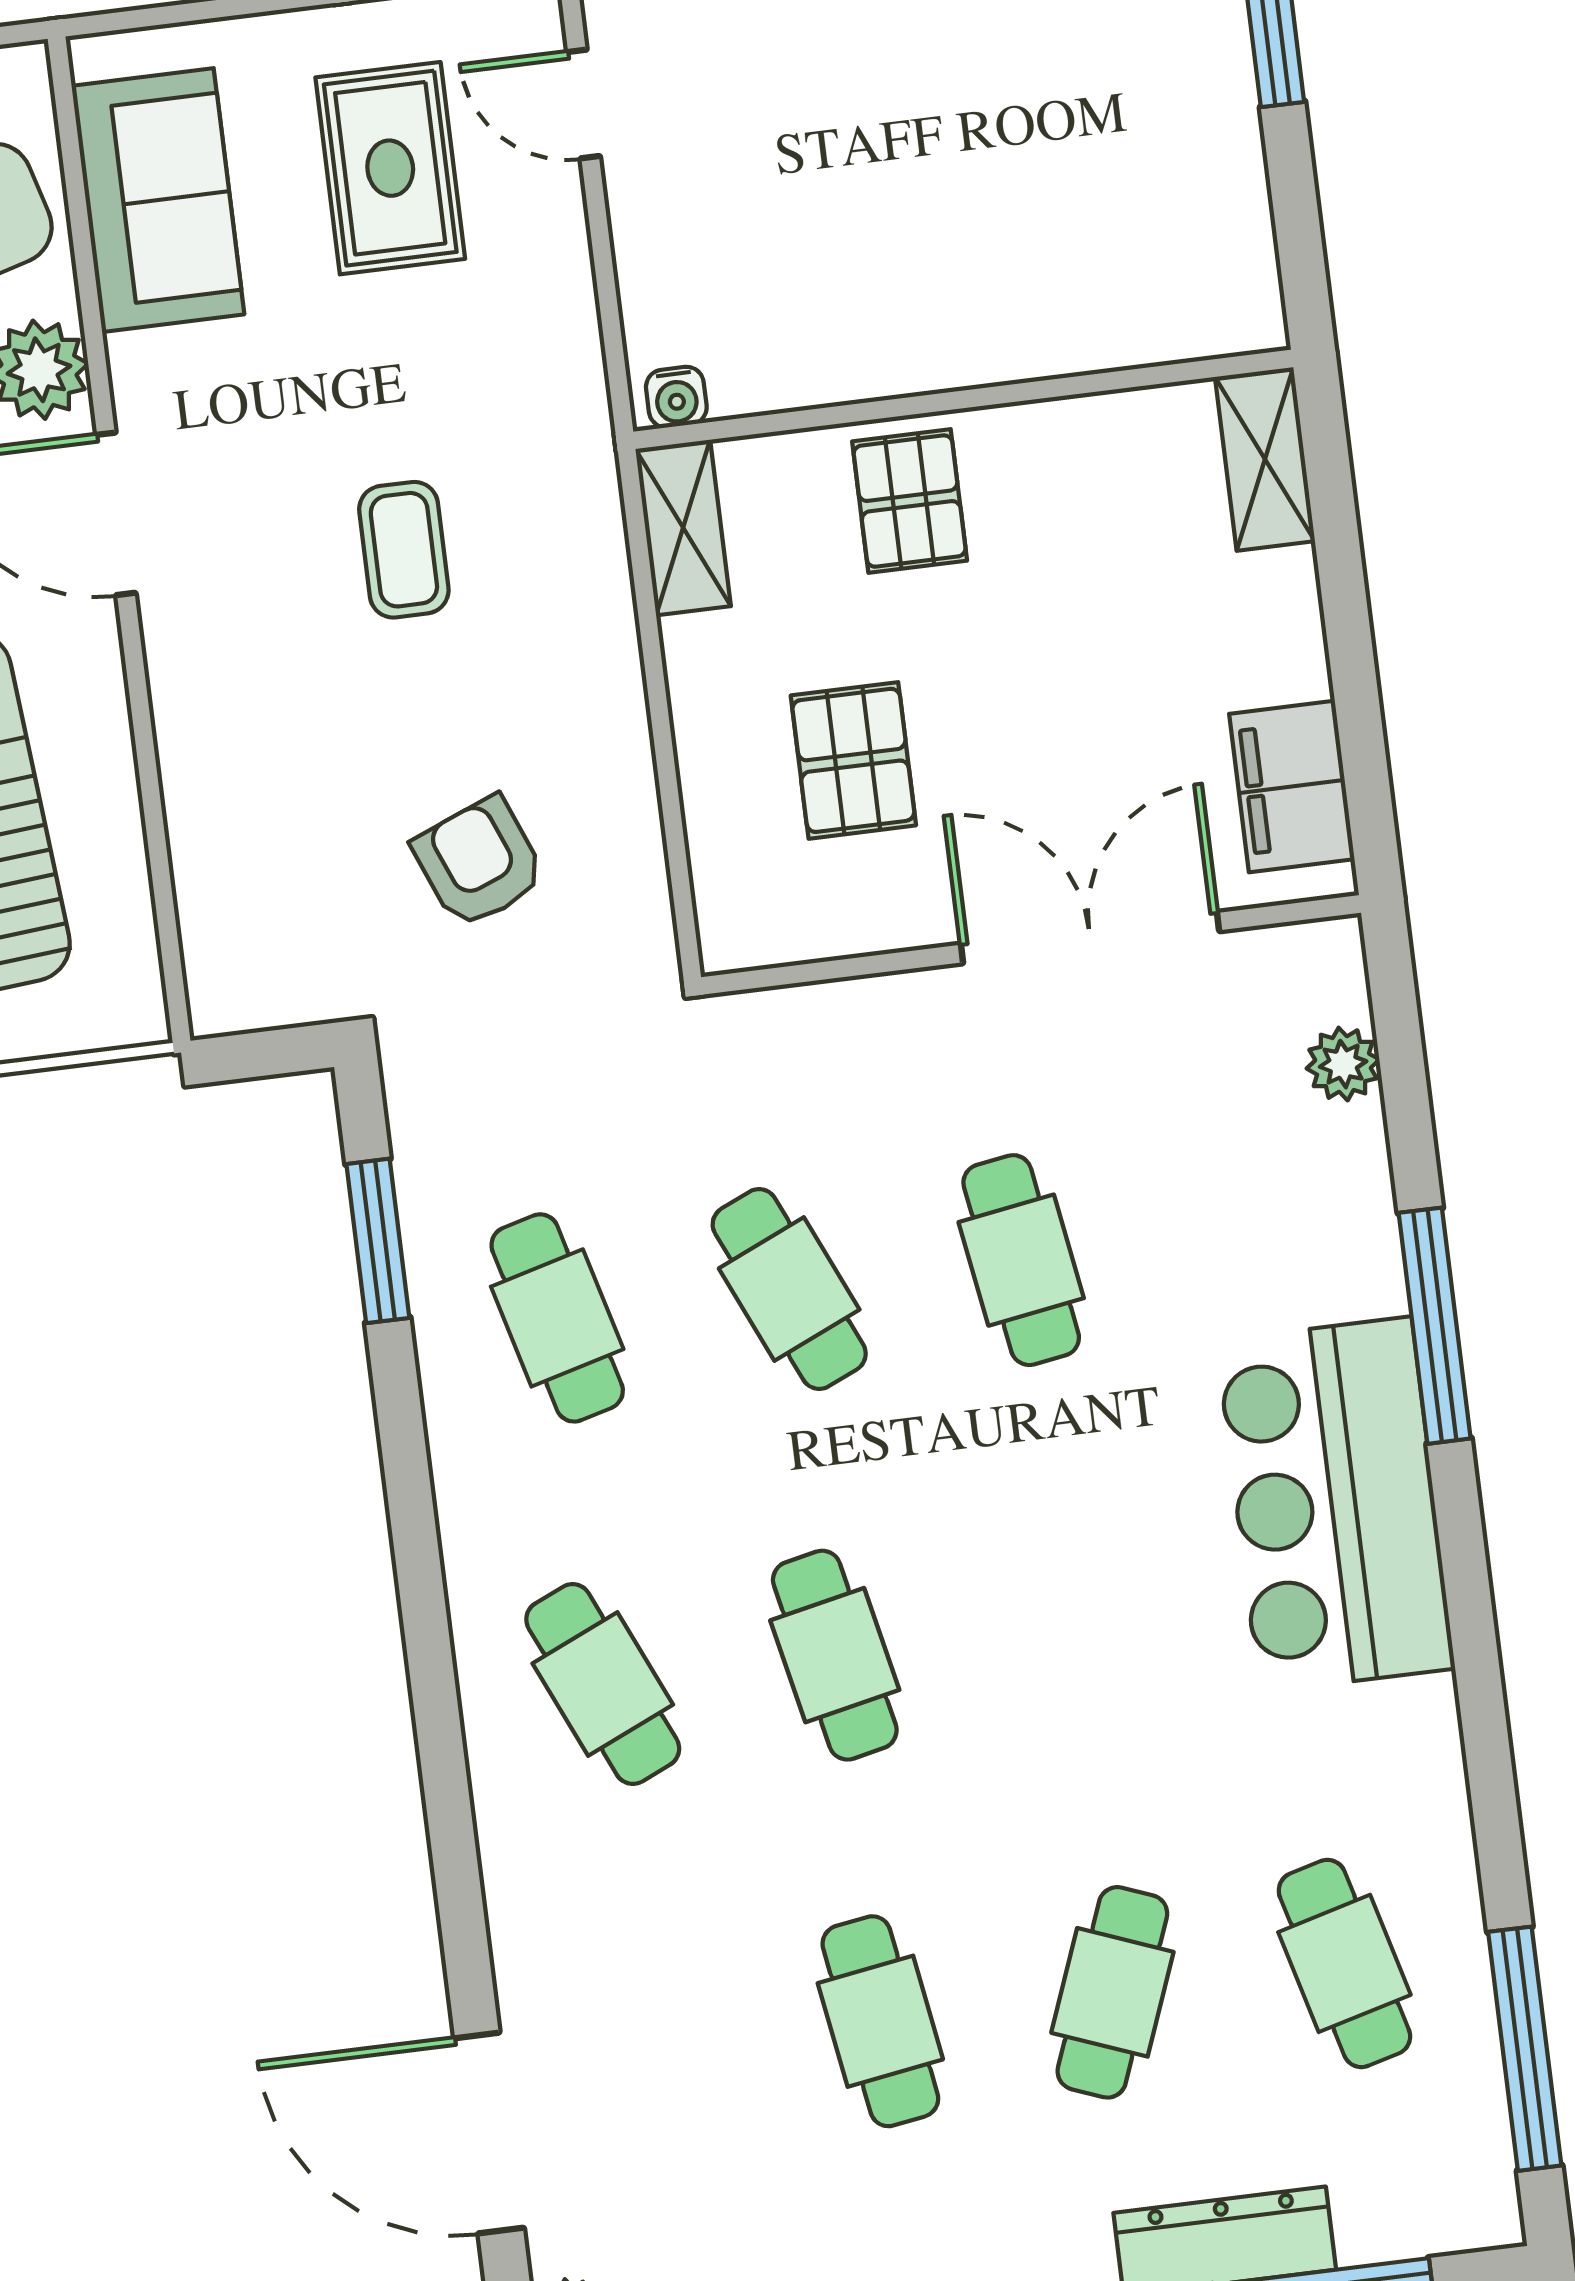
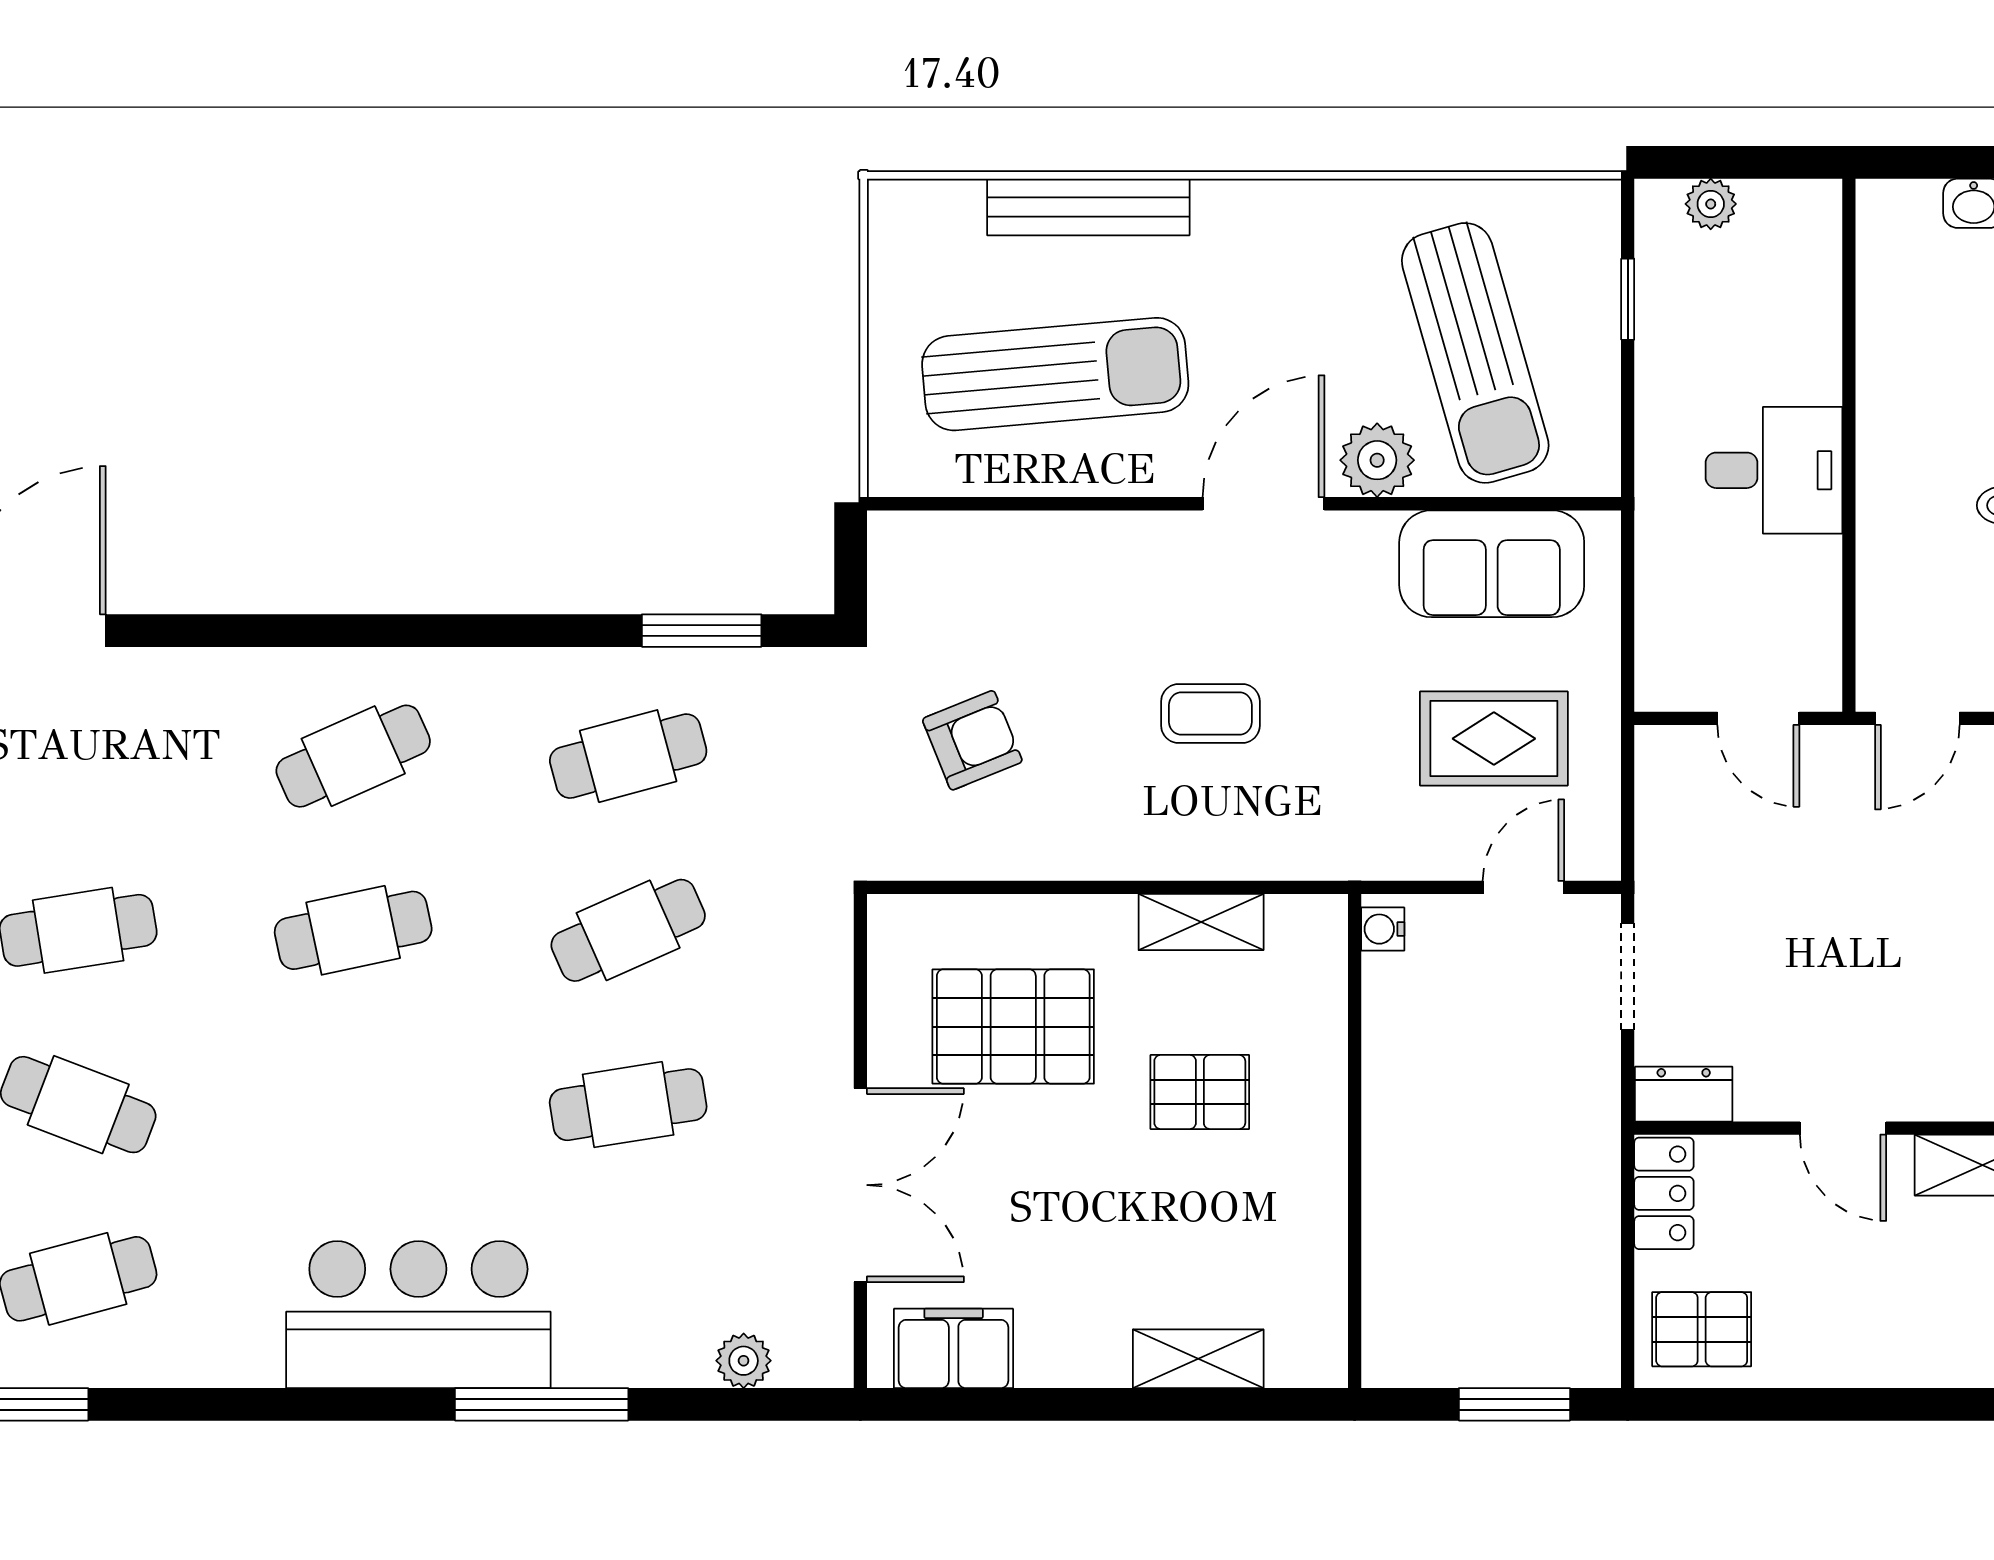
water cooler: (676, 397) -> (1383, 929), moved
wall: (963, 399) -> (1355, 1141), moved
pallet: (853, 760) -> (1013, 1027), width x1.50, depth x1.42

